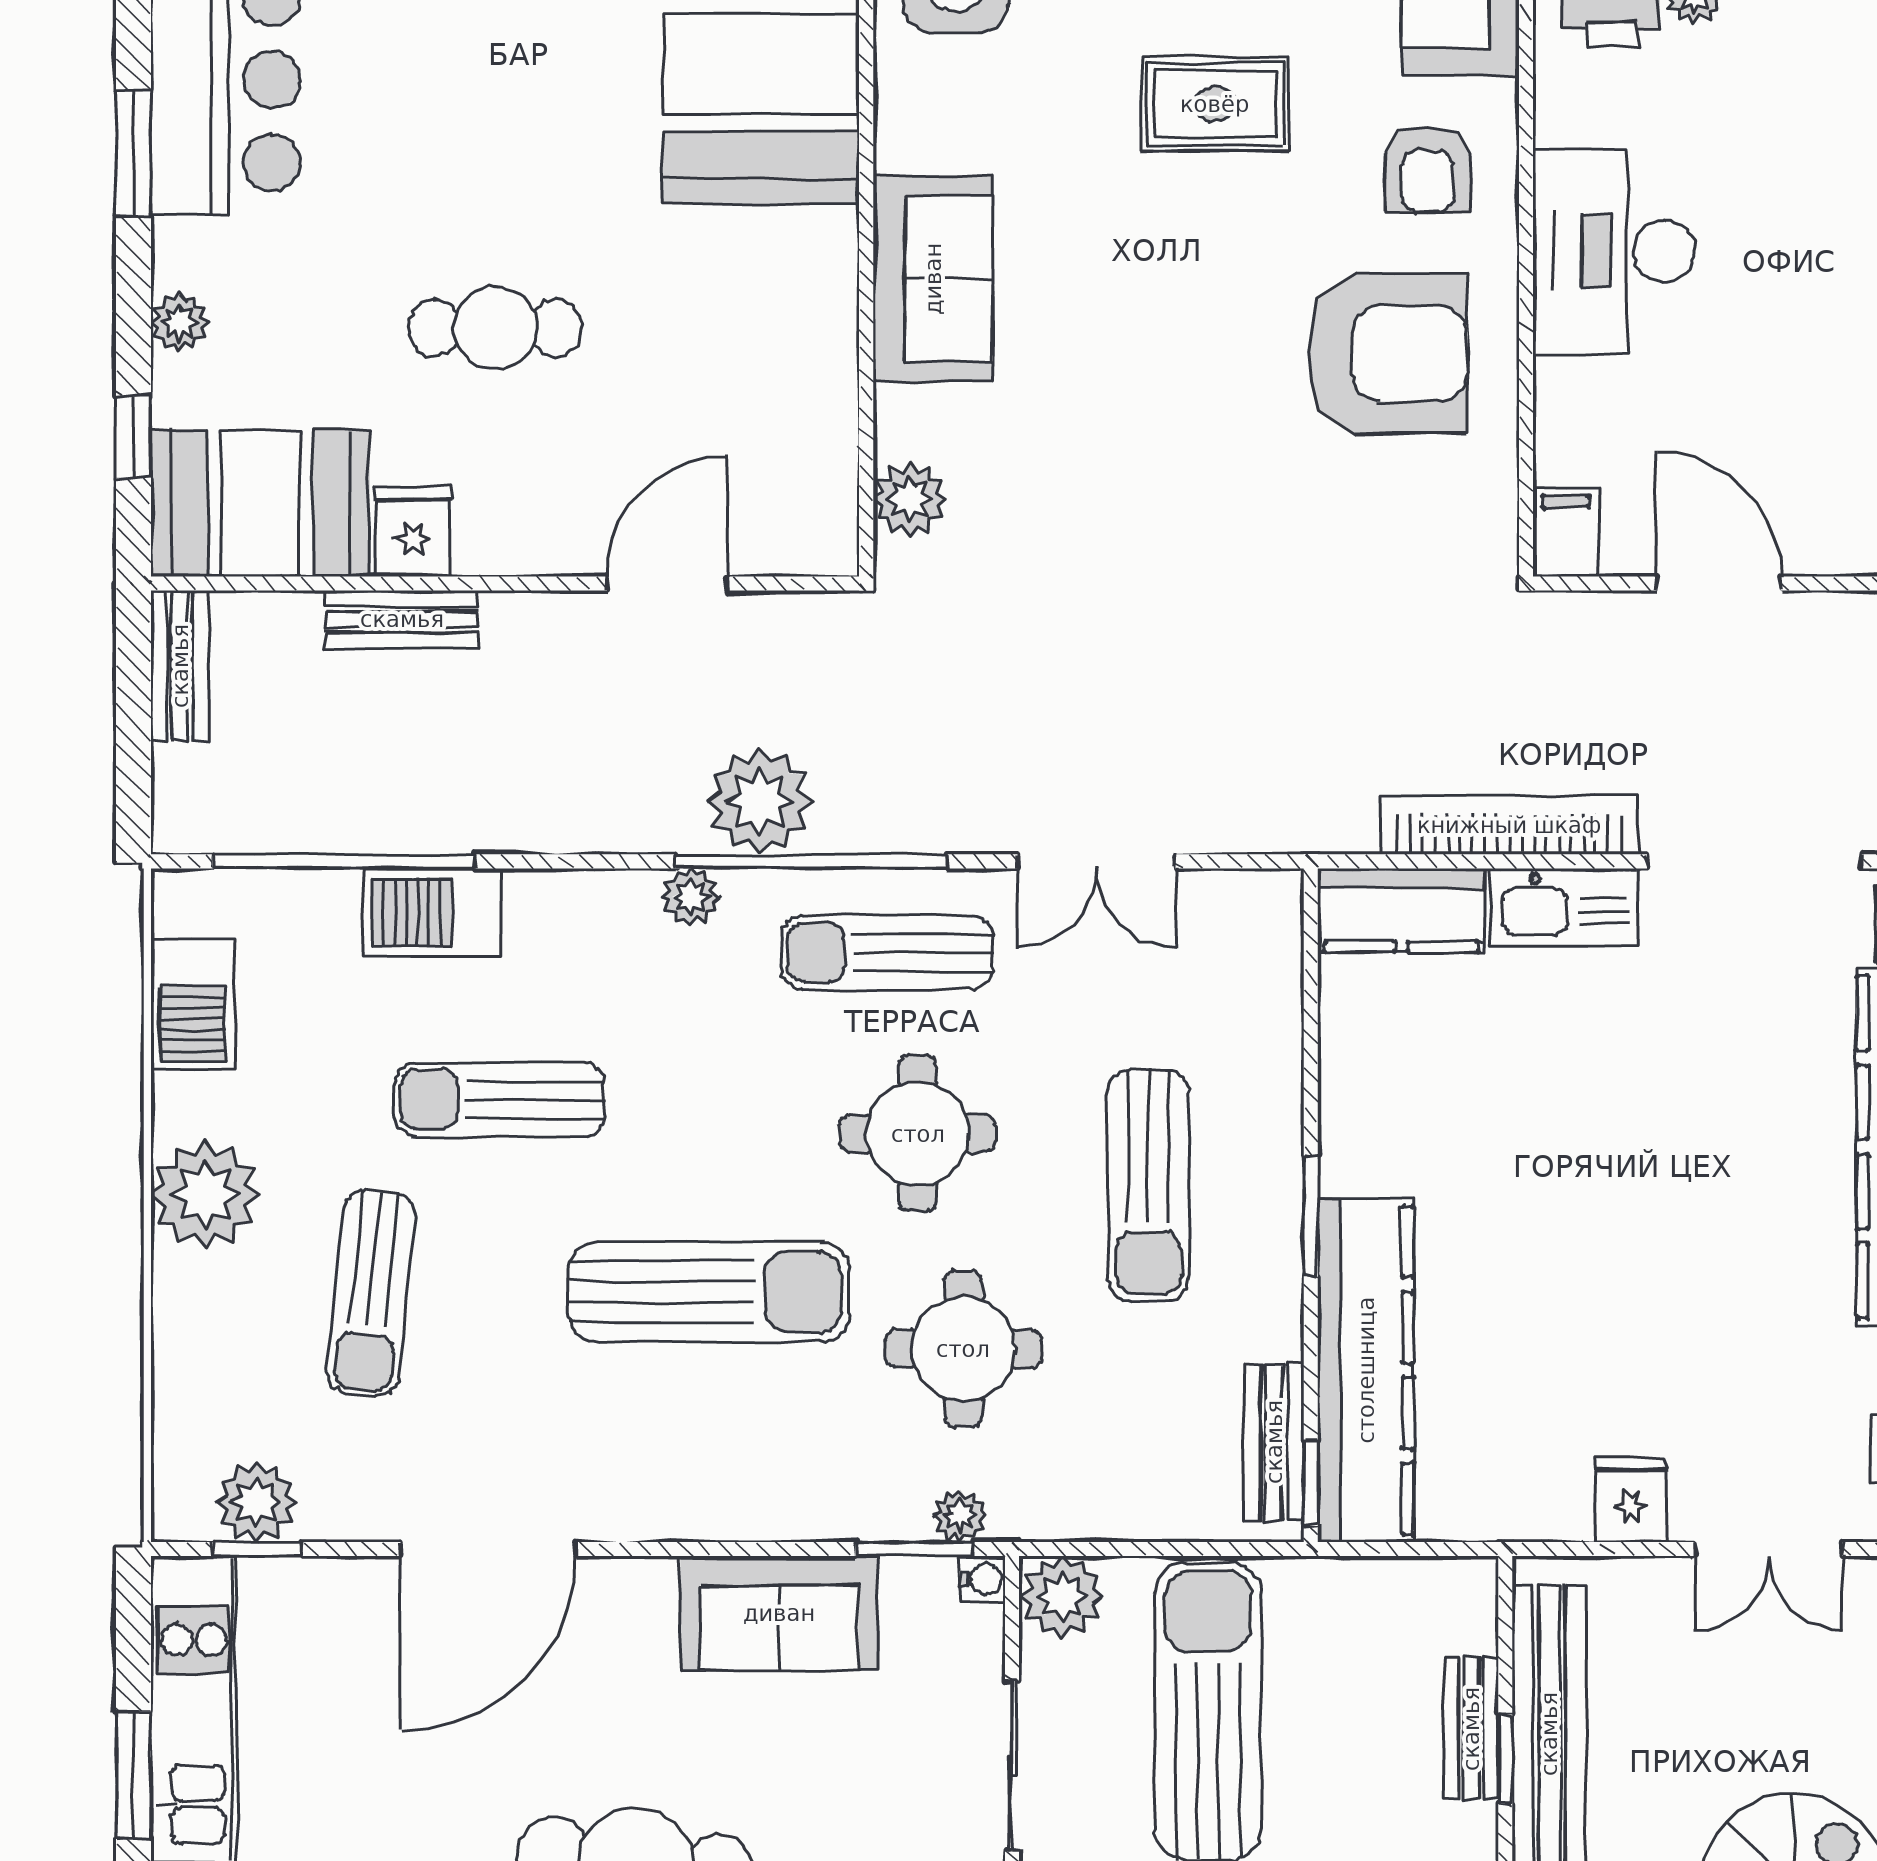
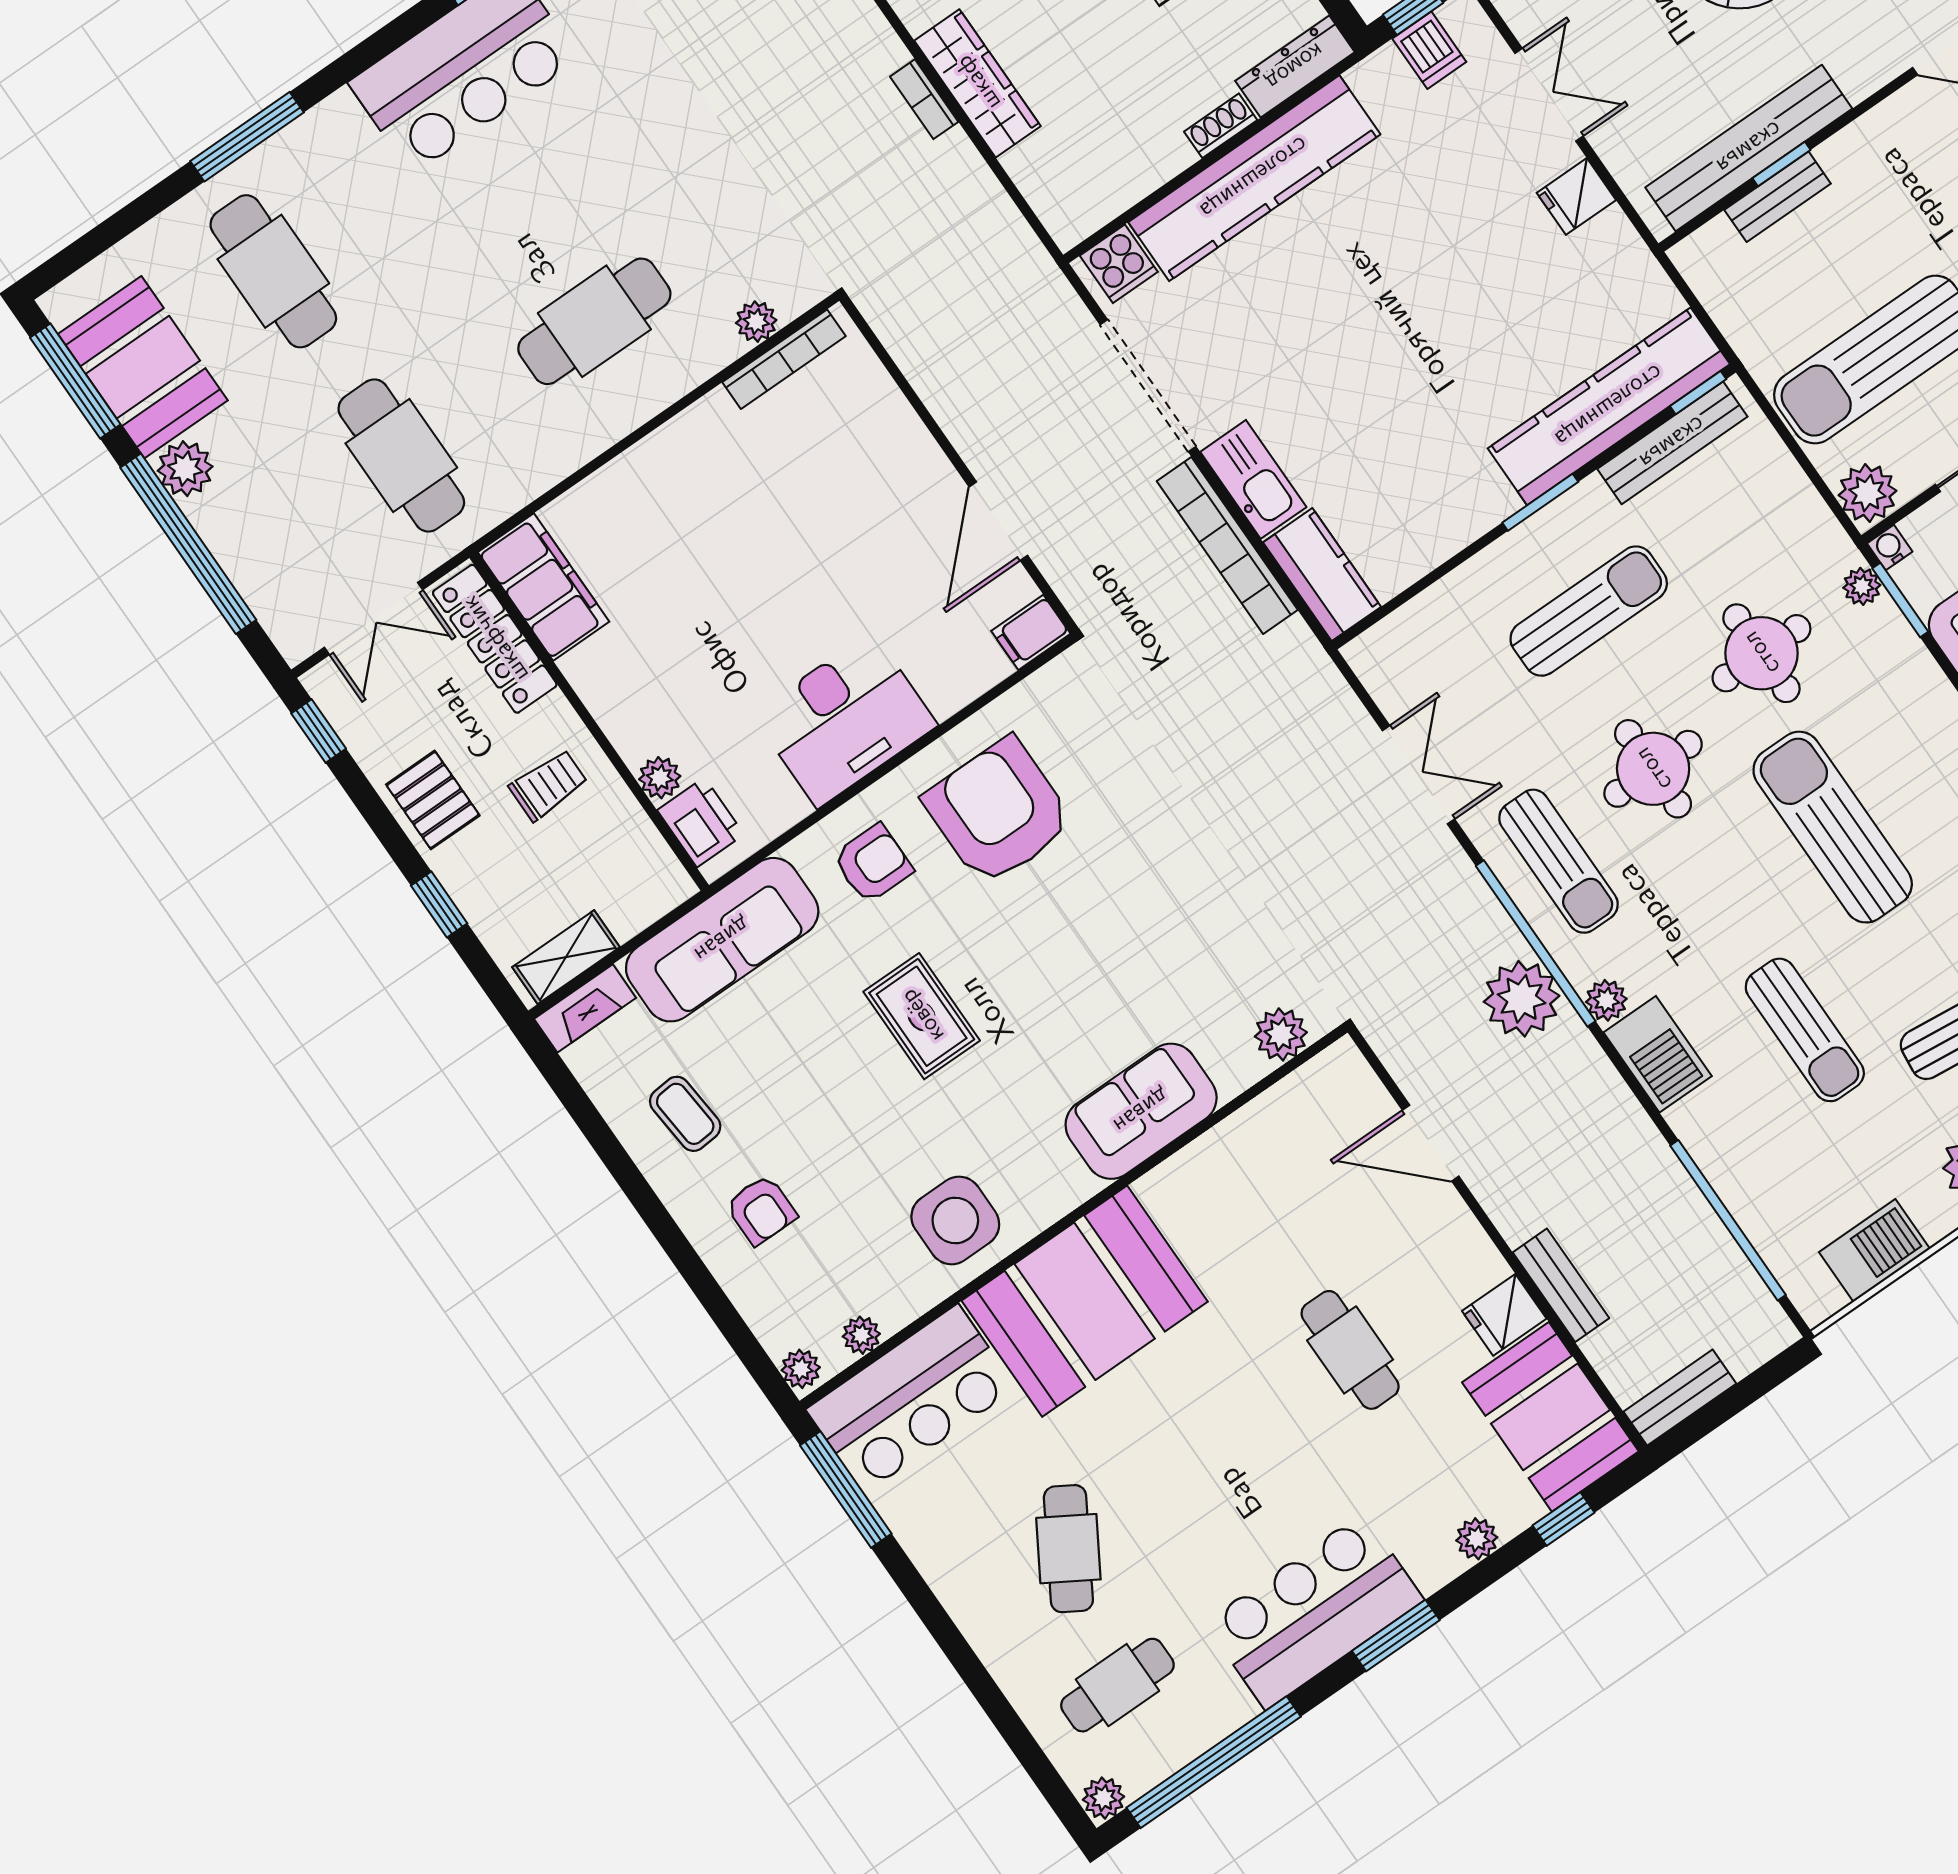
barbecue: (432, 913) -> (1658, 1054), moved
bench: (1274, 1442) -> (1672, 443), width x1.36

